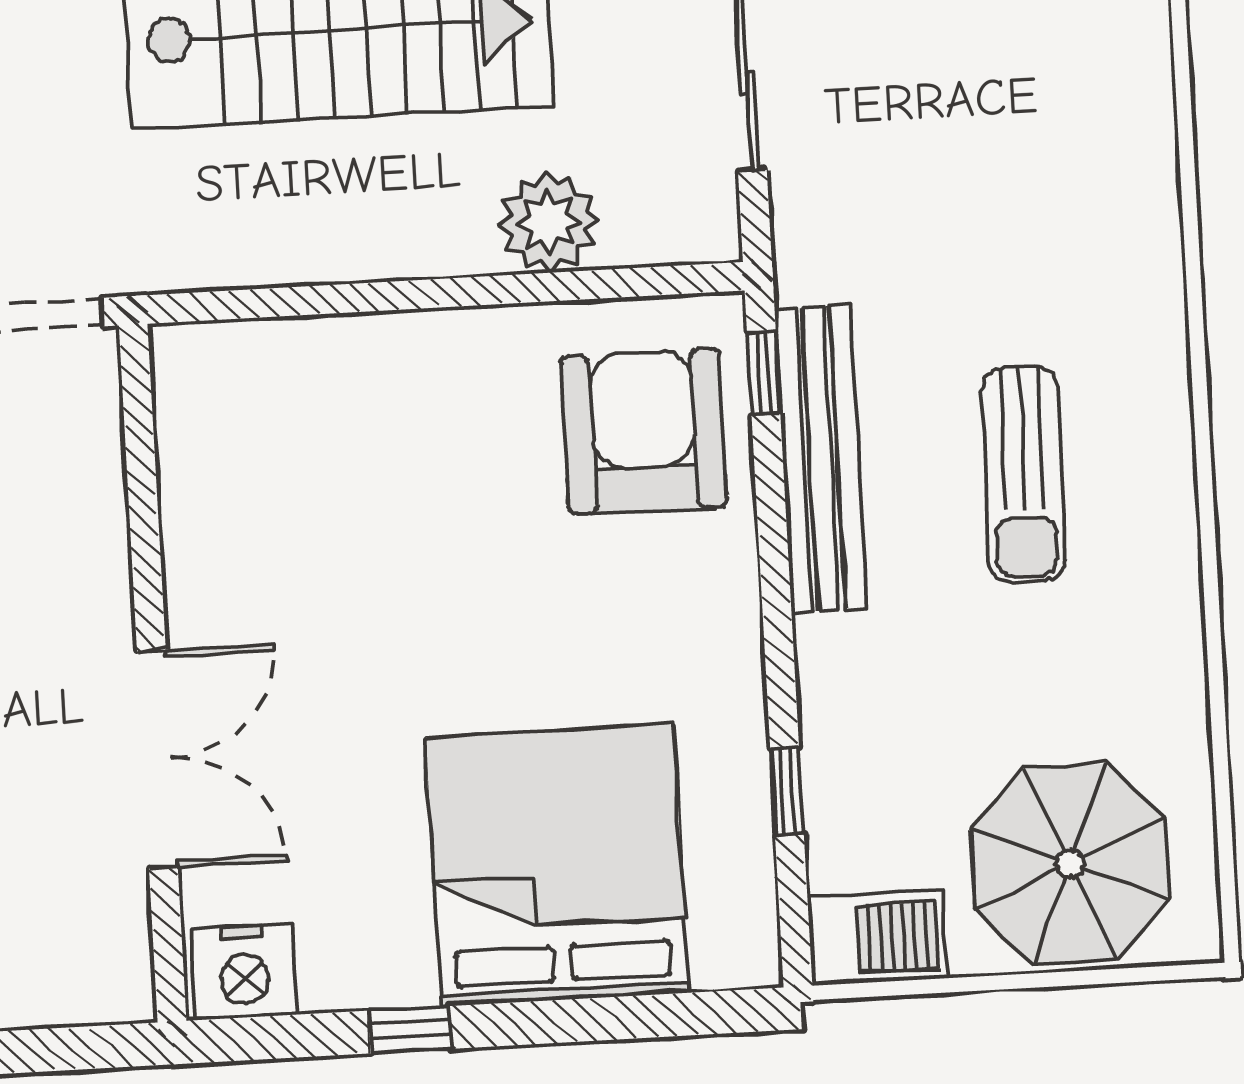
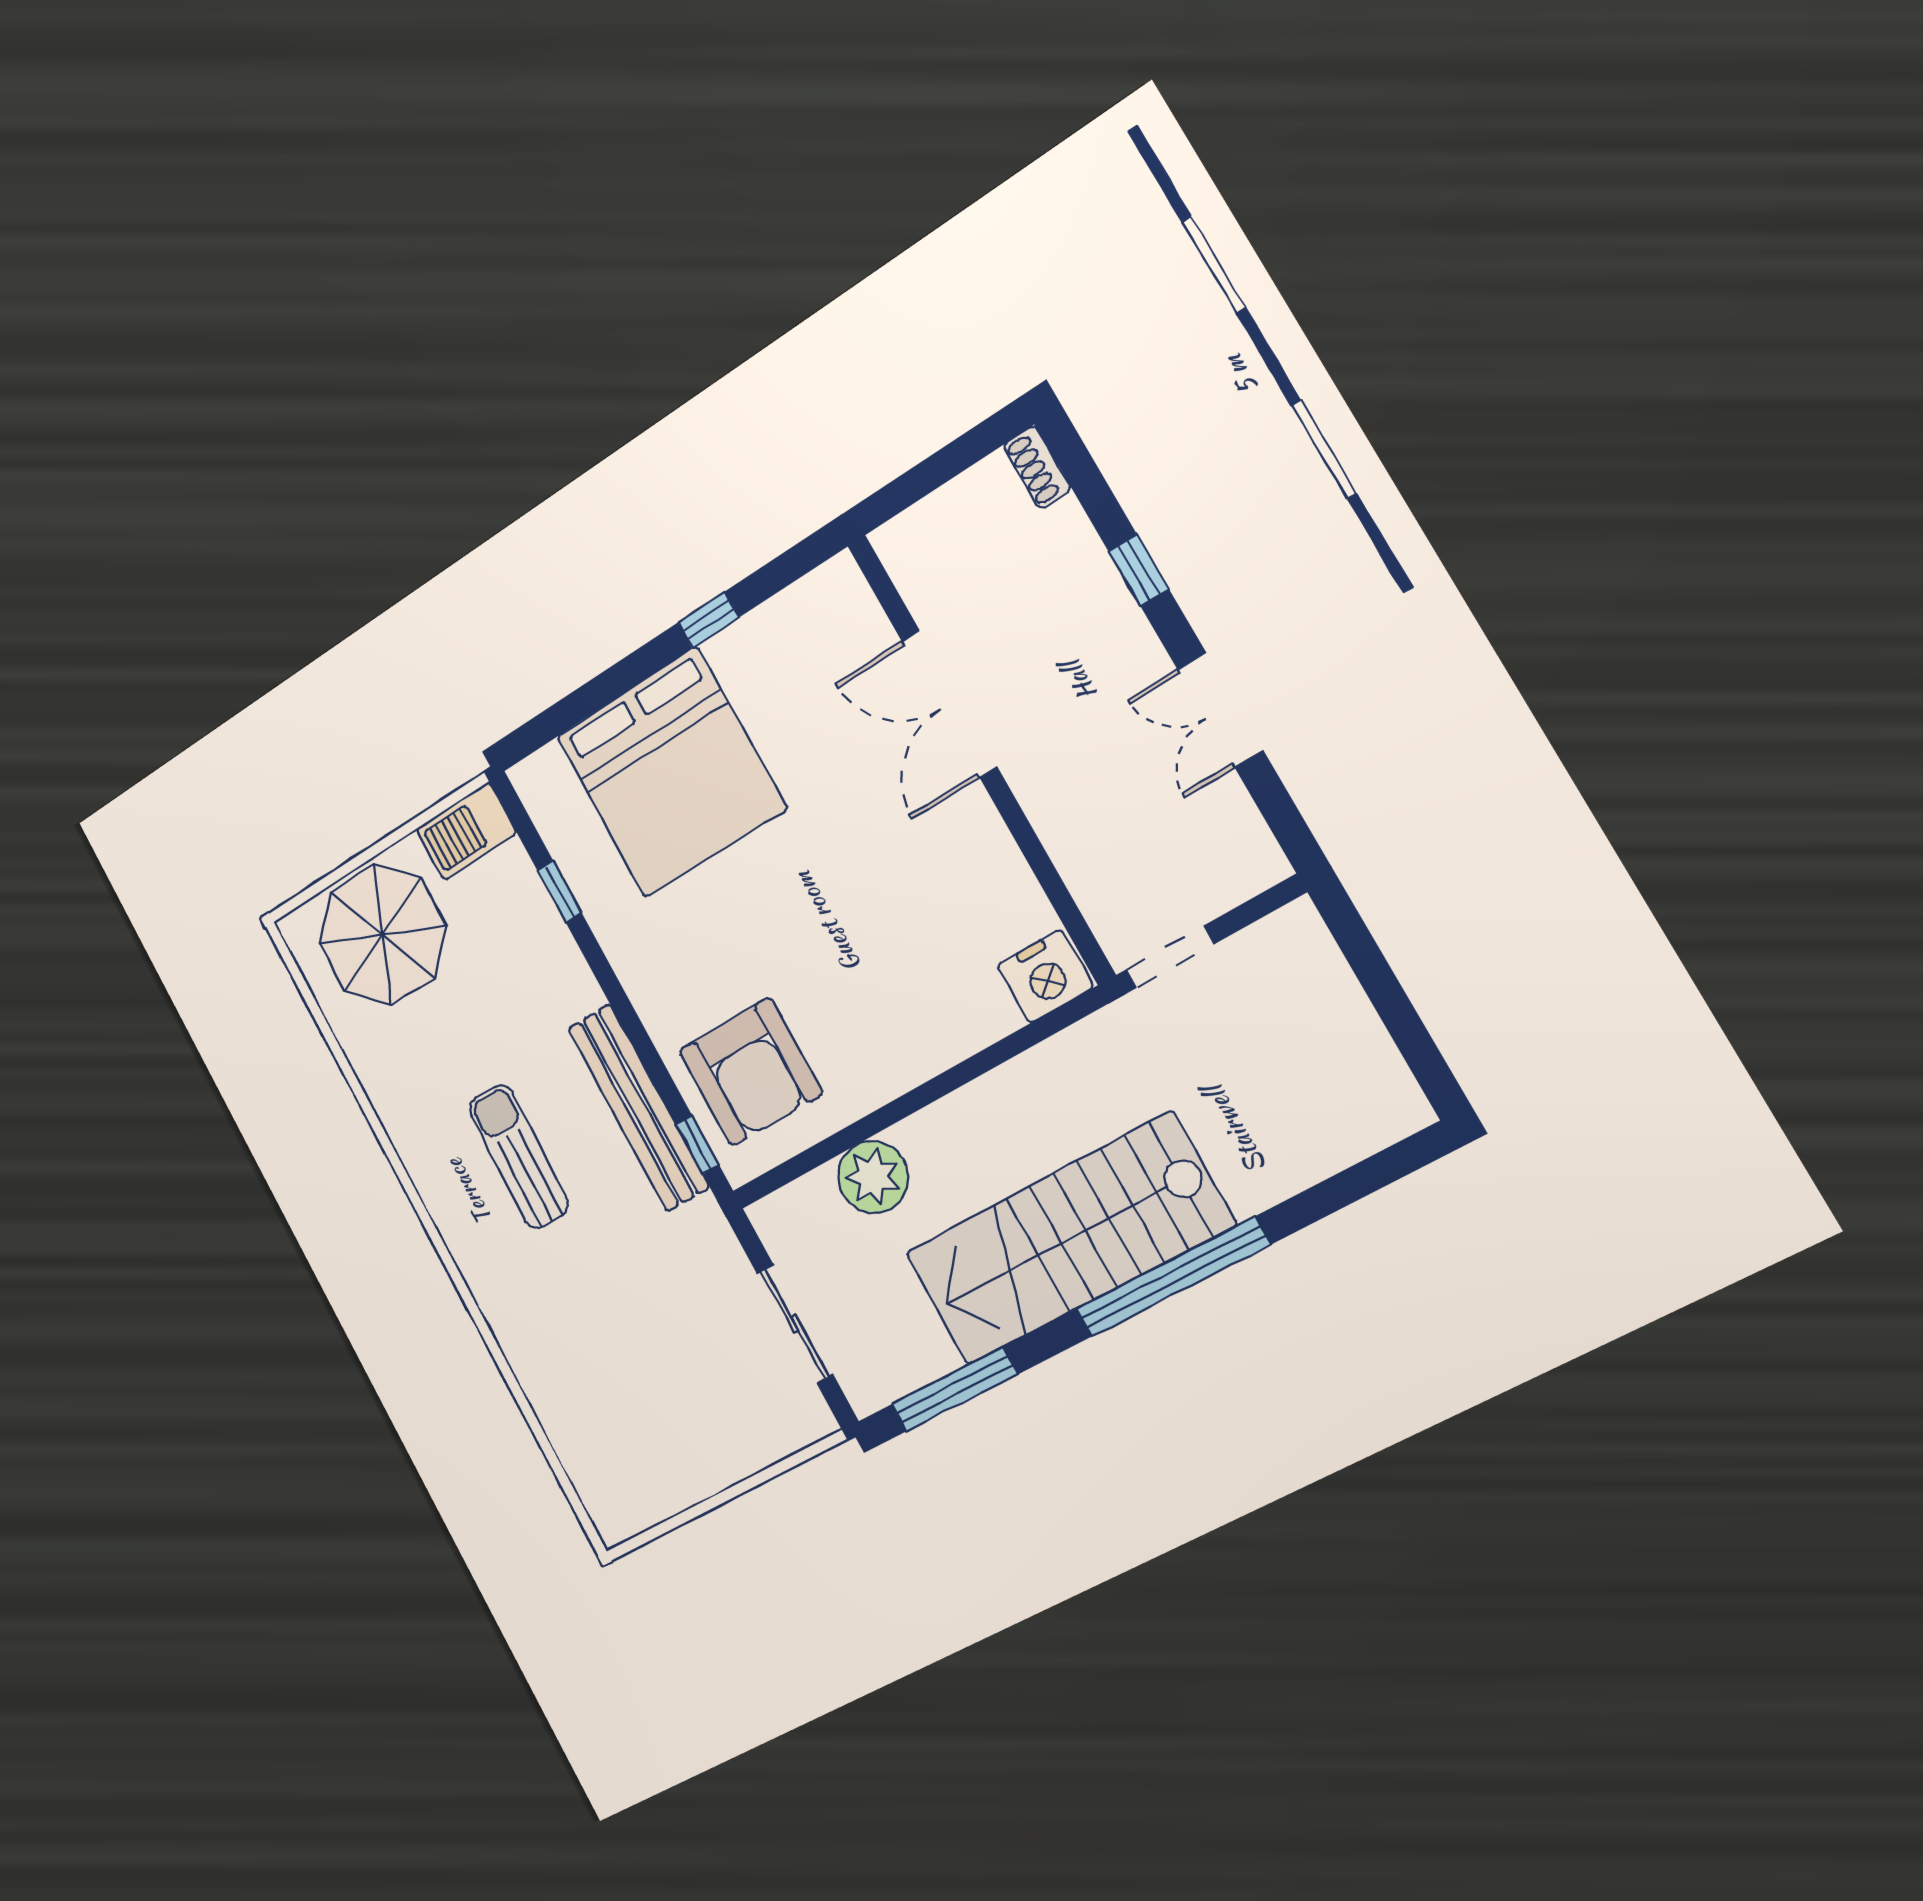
nightstand: (244, 972) -> (1045, 976), moved, turned 180

